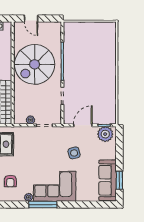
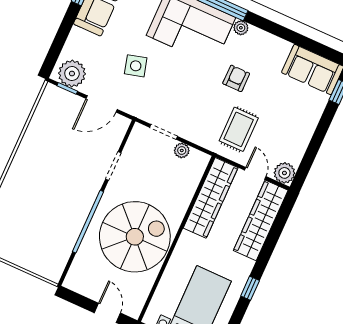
armchair: (10, 181) -> (236, 78), moved

